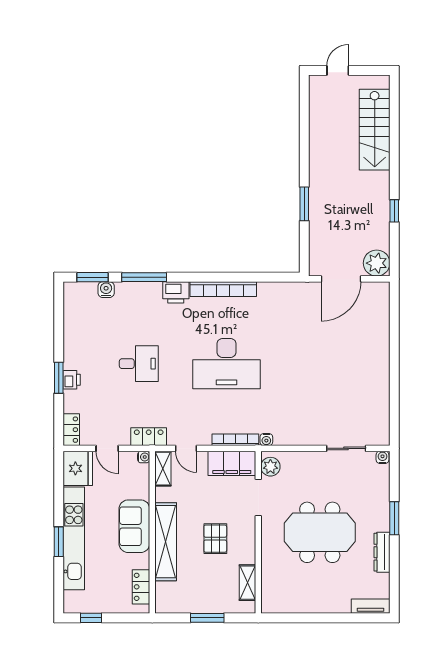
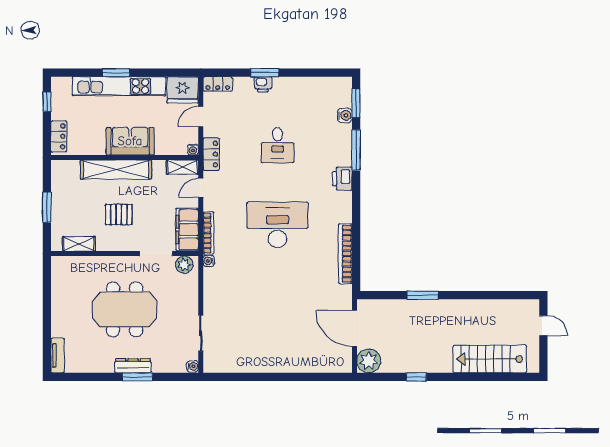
bookcase: (223, 289) -> (345, 254), moved
desk: (226, 364) -> (278, 225), turned 90
meeting table: (320, 532) -> (125, 309), turned 90
dresser: (382, 552) -> (133, 366), moved
locker: (141, 587) -> (59, 136), moved, turned 90

